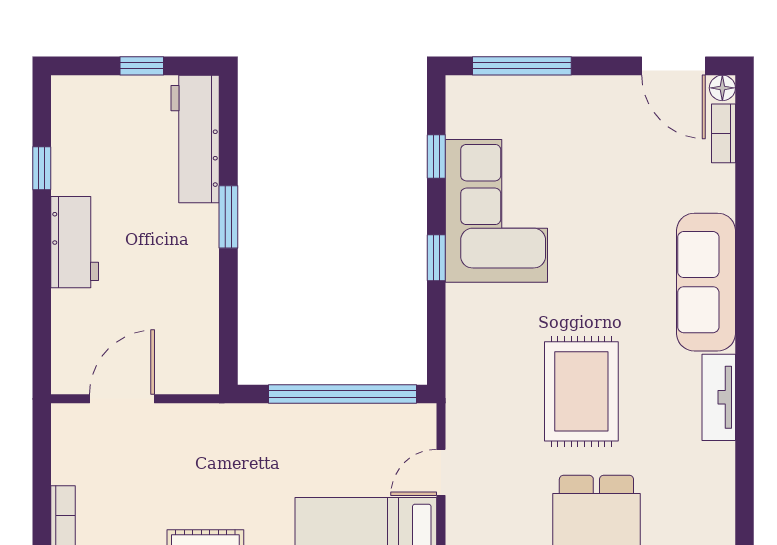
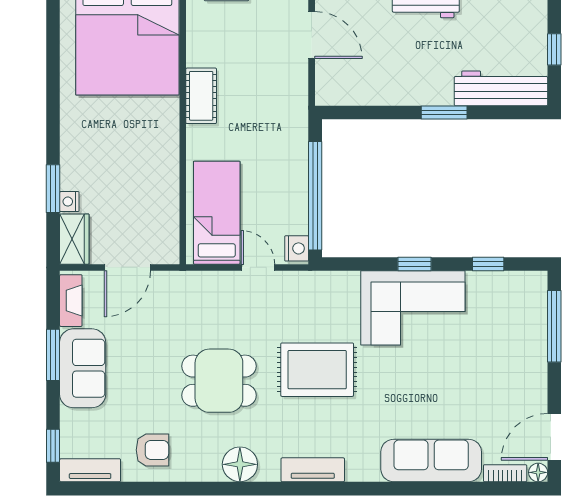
corner sofa: (496, 211) -> (413, 308), moved
sofa: (706, 282) -> (431, 460), moved
nightstand: (415, 419) -> (297, 248), added
floor lamp: (711, 497) -> (240, 464), added

